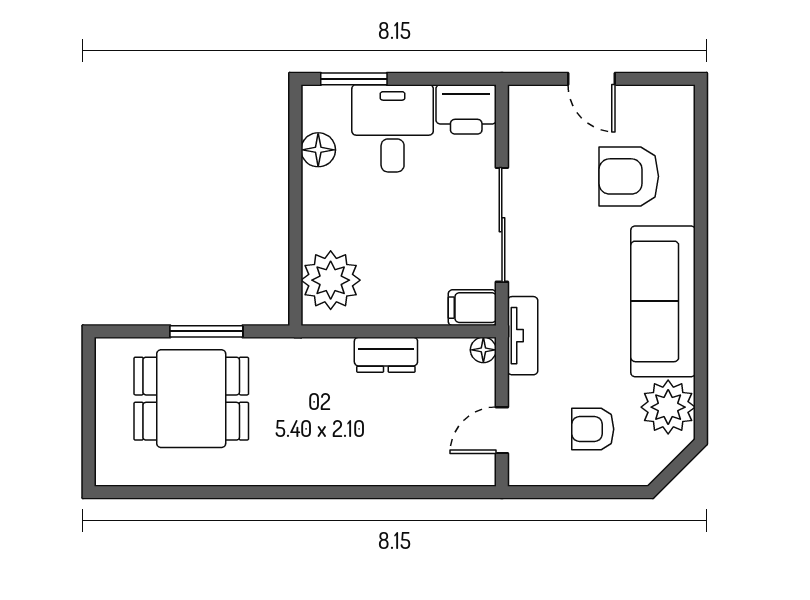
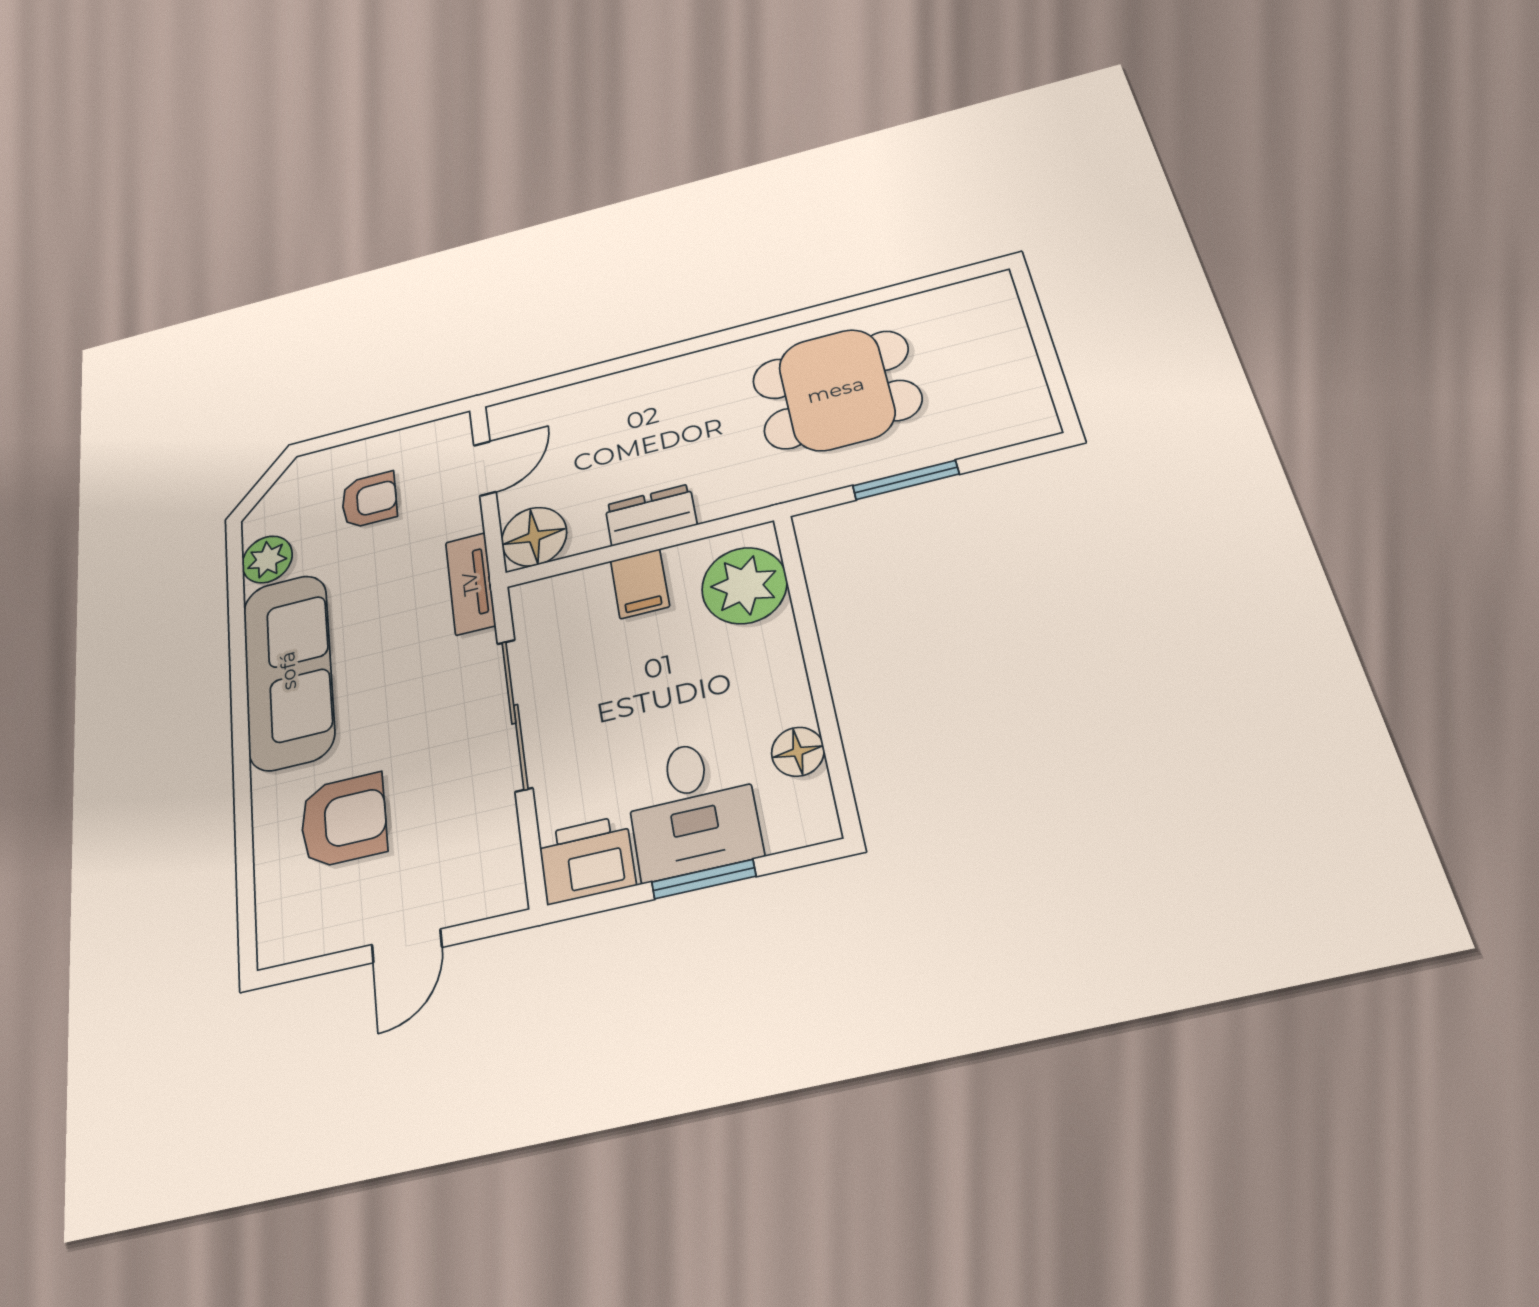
window: (354, 79) -> (704, 879), moved
door: (591, 79) -> (407, 946), swing flipped
filing cabinet: (472, 308) -> (640, 584), moved, turned 90
floor lamp: (483, 350) -> (534, 537), width x1.89, depth x1.89
dining table: (191, 399) -> (836, 390), moved
plant: (668, 407) -> (267, 559), width x0.73, depth x0.73

